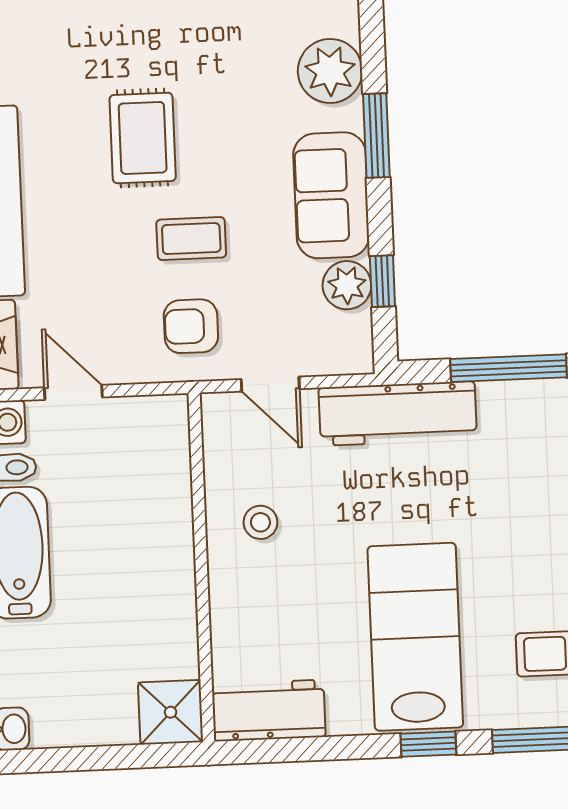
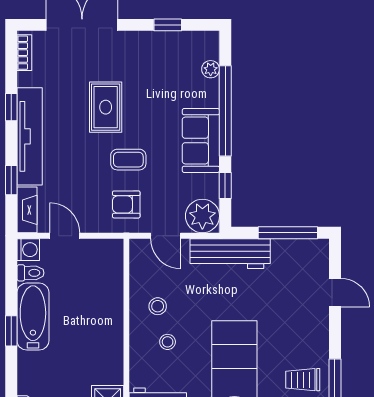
plant: (330, 71) -> (211, 69), width x0.53, depth x0.53
window: (376, 136) -> (225, 111), width x2.11
plant: (347, 285) -> (202, 216), moved, width x1.36, depth x1.36
stool: (283, 591) -> (168, 342), added

